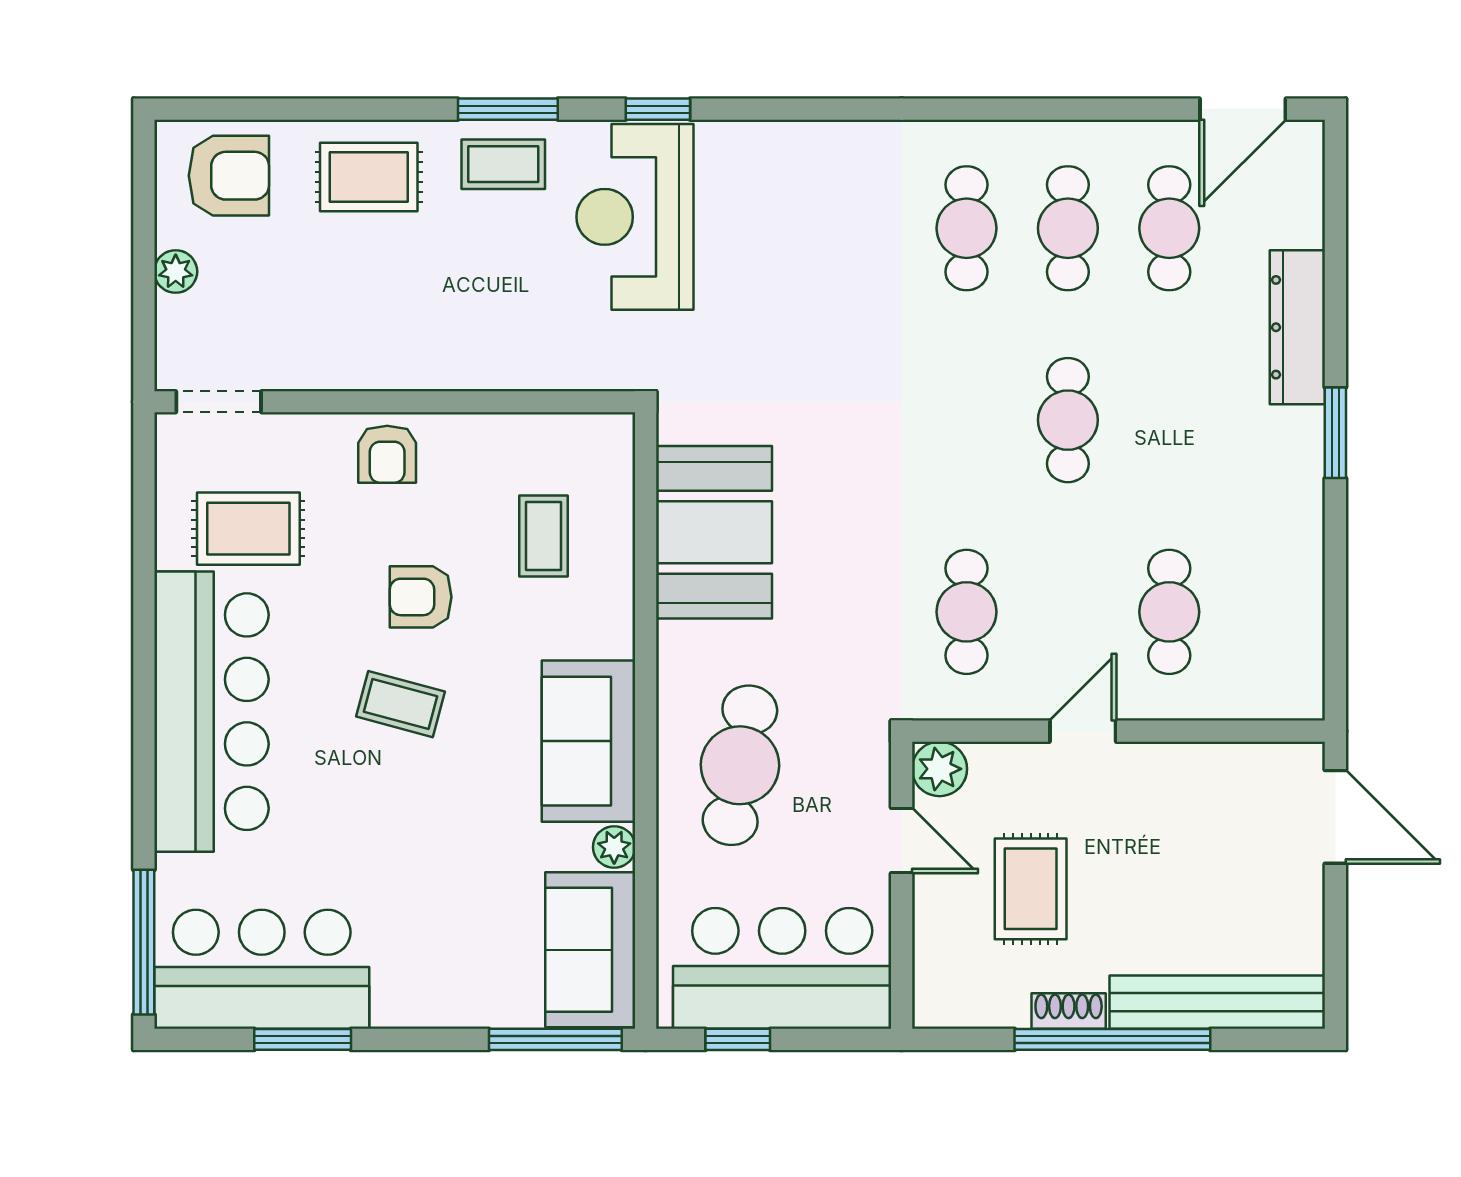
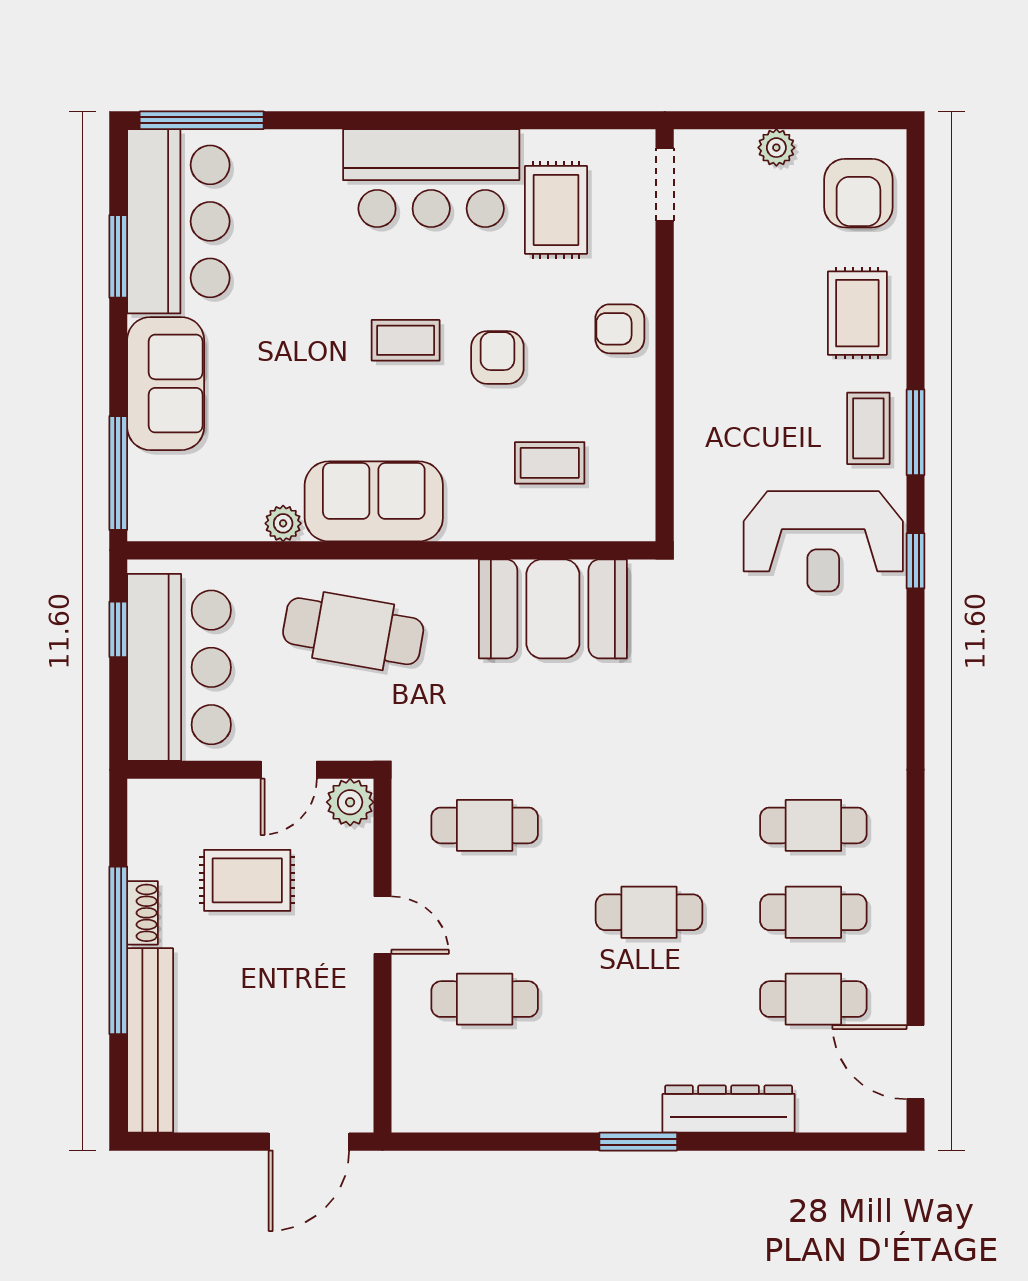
reception desk: (635, 217) -> (823, 541), turned 180
coffee table: (401, 704) -> (406, 340), turned 75
bar counter: (211, 712) -> (431, 178), width x0.73
sofa: (590, 950) -> (166, 384), moved, turned 90

